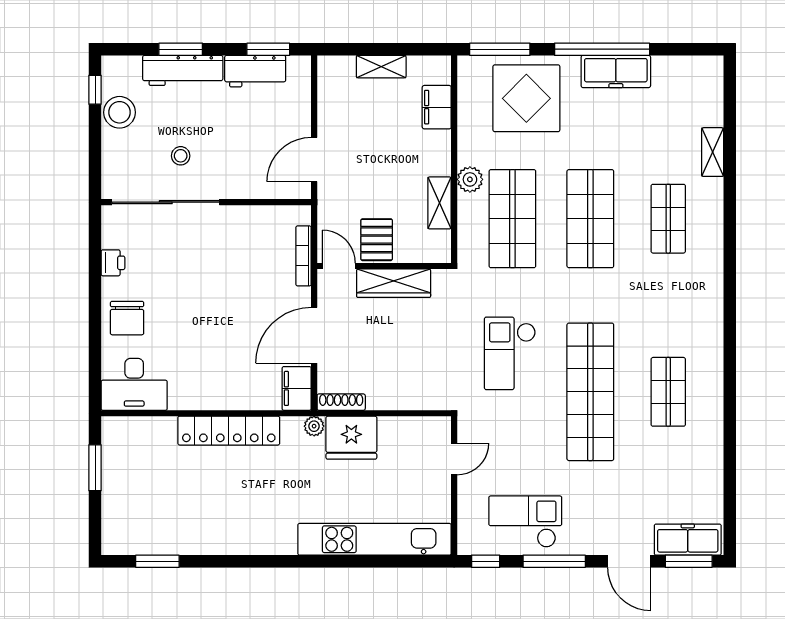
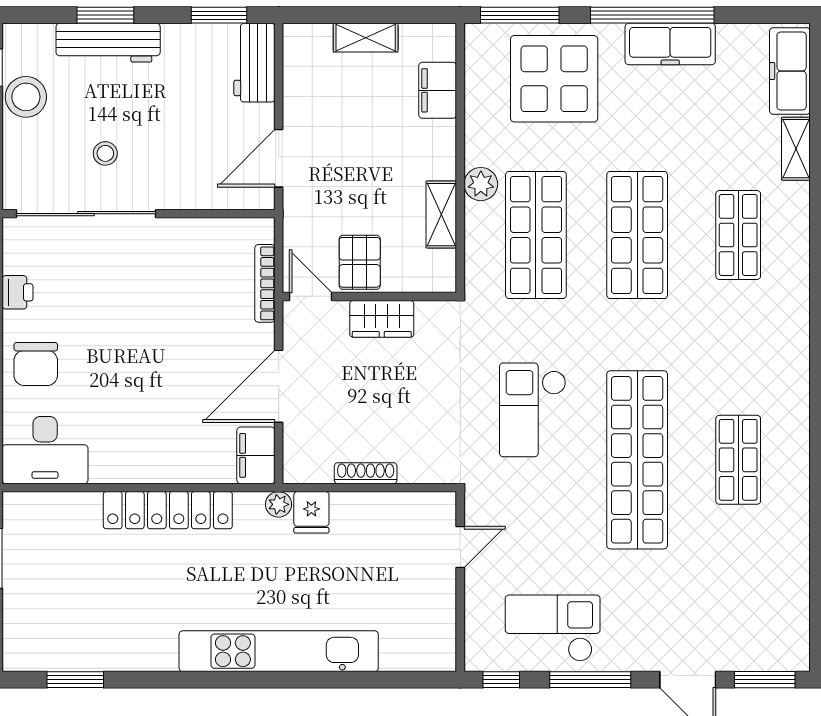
workbench: (255, 71) -> (254, 63), moved, turned 90
wardrobe: (394, 283) -> (382, 319), width x0.67
shoe rack: (341, 402) -> (366, 473), moved
fridge: (351, 438) -> (311, 512), width x0.53, depth x0.75
kitchen unit: (375, 539) -> (279, 651), moved
freezer: (688, 540) -> (790, 71), moved, turned -90

